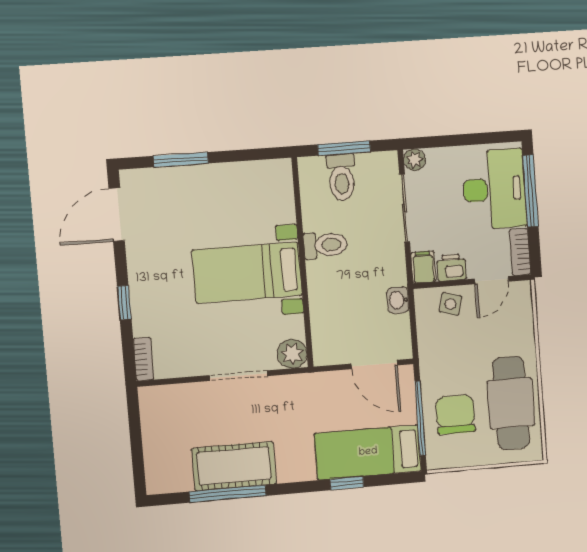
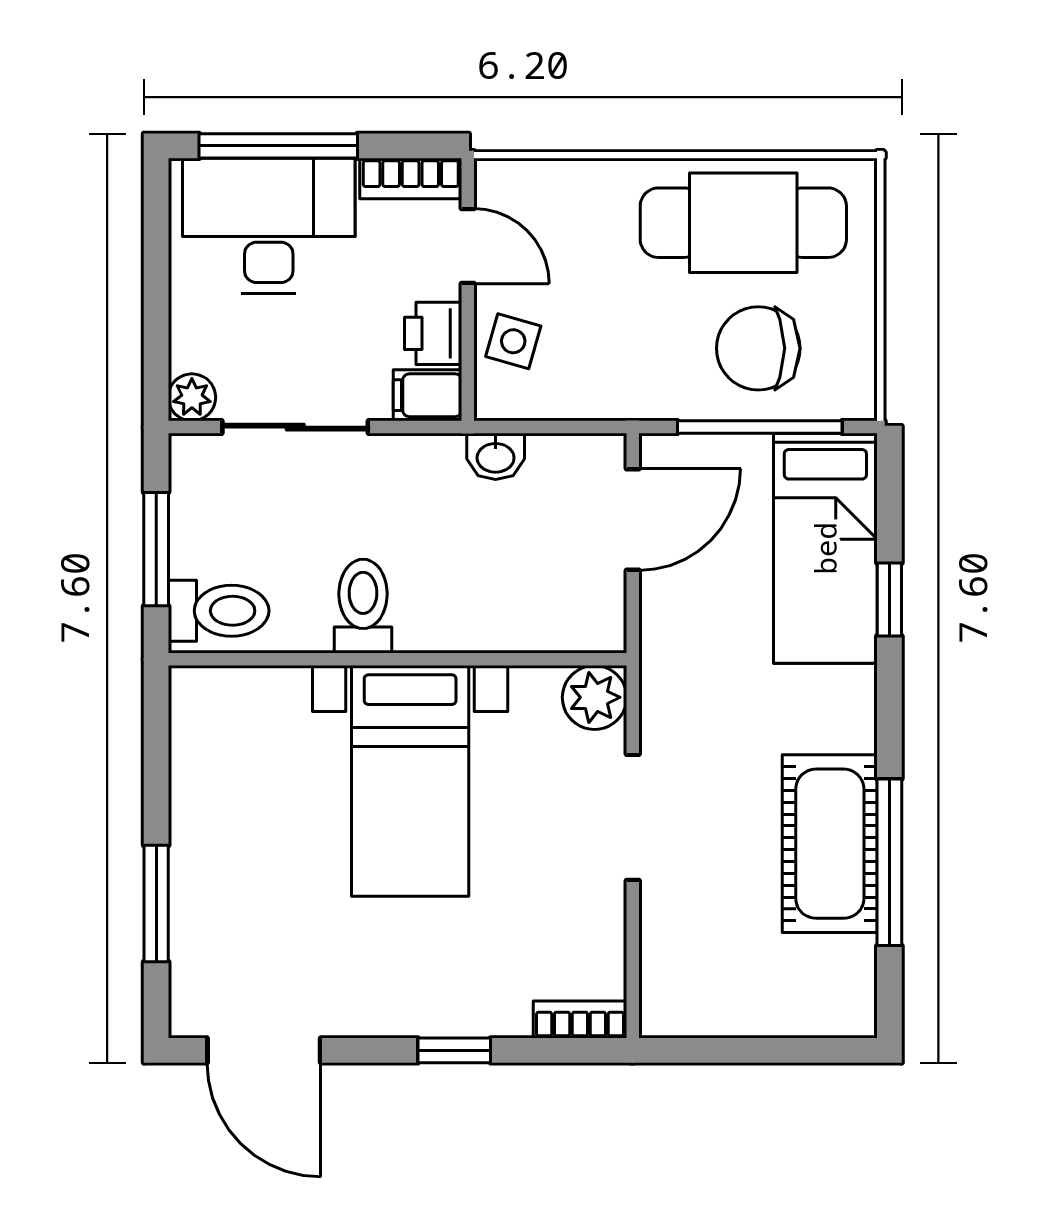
toilet: (342, 177) -> (219, 611), moved

